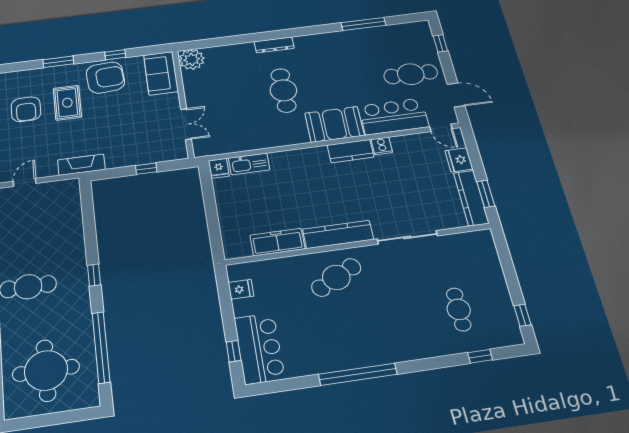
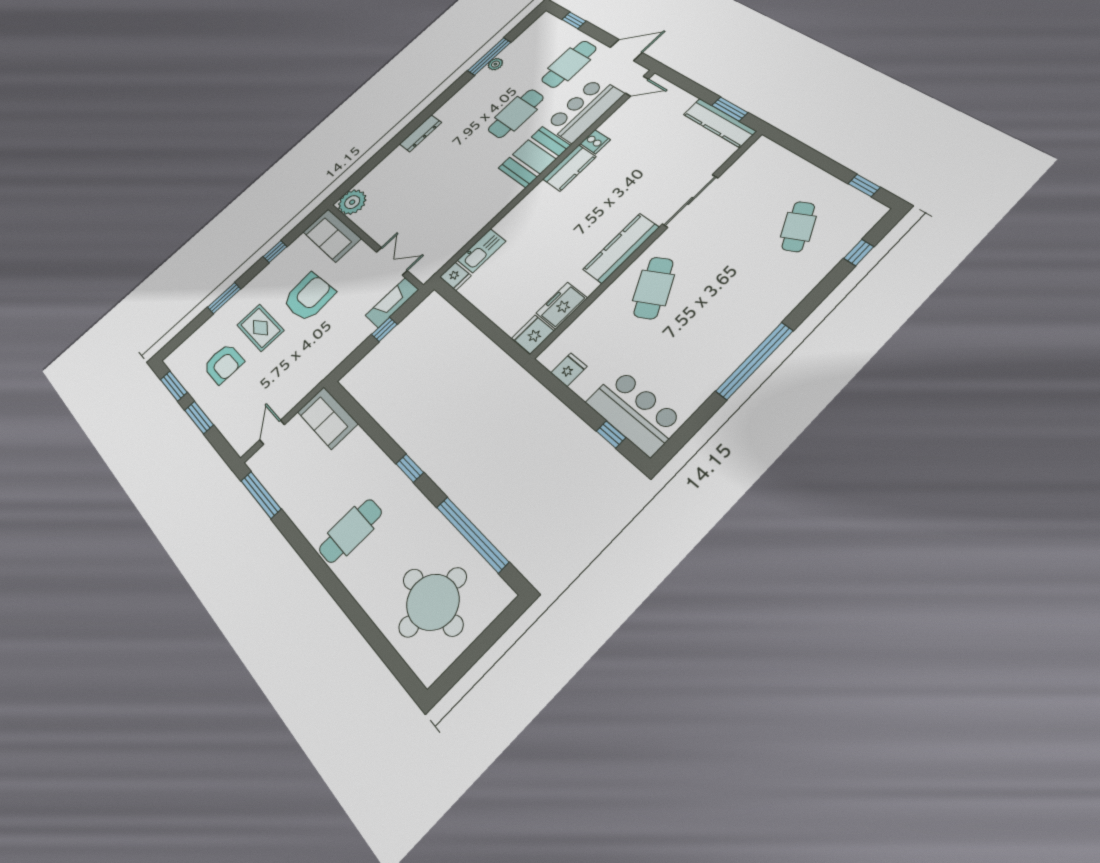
plant: (363, 33) -> (495, 64), added
armchair: (105, 78) -> (309, 297), moved
cafe table: (283, 90) -> (516, 114), moved, turned 90
fridge: (459, 160) -> (533, 334), moved, turned 90
fireplace: (81, 165) -> (392, 303), moved
sofa: (67, 201) -> (328, 418), added
freezer: (277, 242) -> (562, 306), width x0.71
cafe table: (459, 309) -> (798, 227), turned 64

